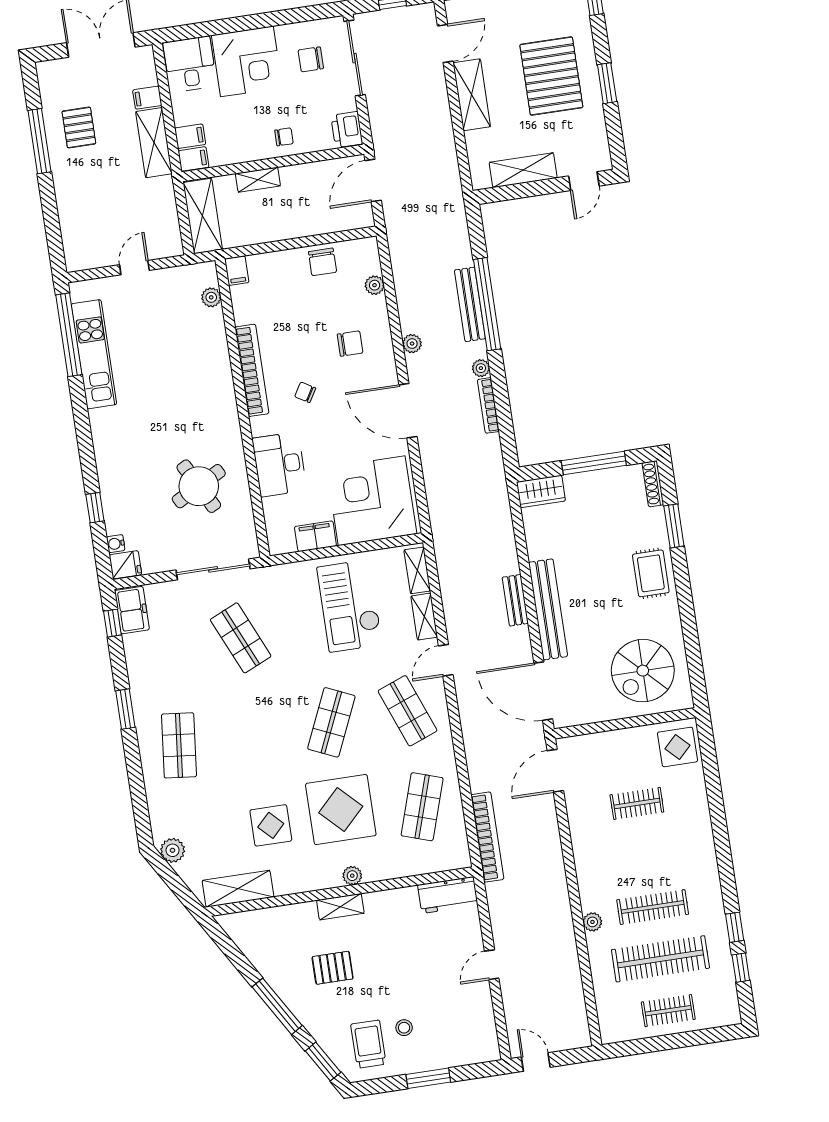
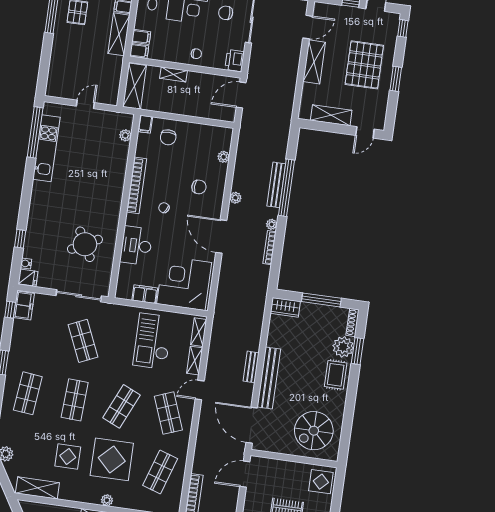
chair: (322, 262) -> (168, 137), moved
plant: (650, 526) -> (343, 347), added
shop shelf: (255, 734) -> (75, 400), added

